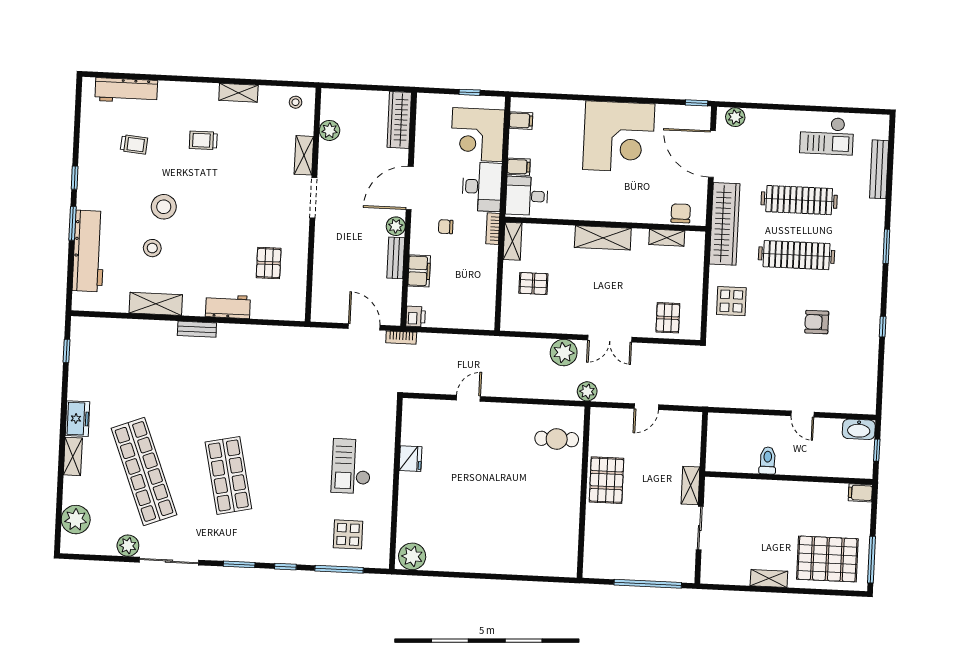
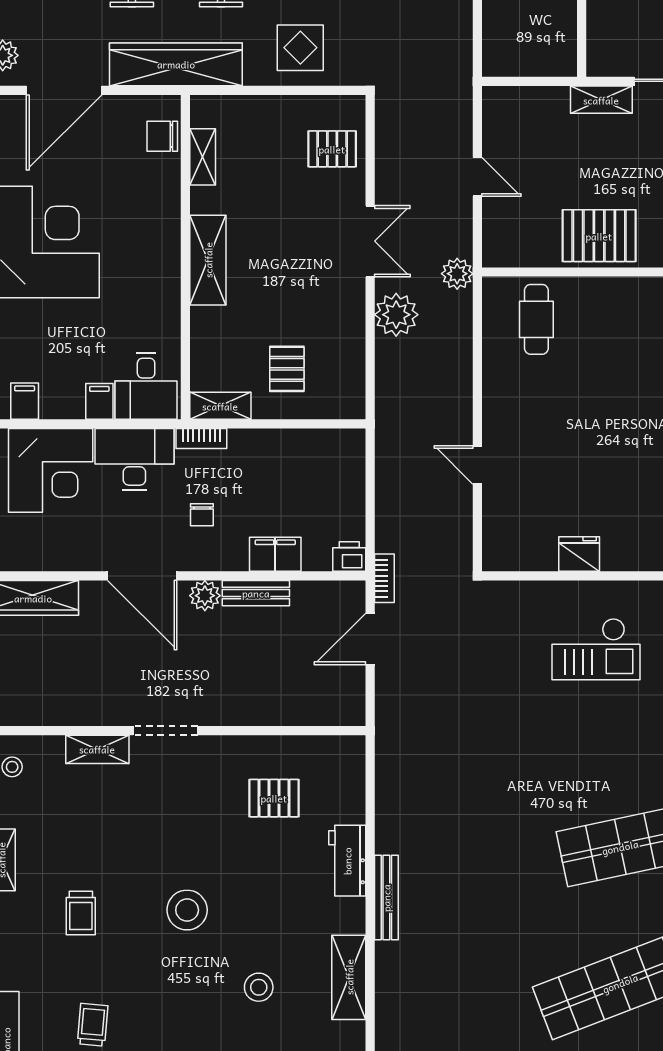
plant: (330, 130) -> (55, 710), removed
stool: (164, 207) -> (187, 910), moved
bench: (197, 329) -> (386, 898), width x1.36

